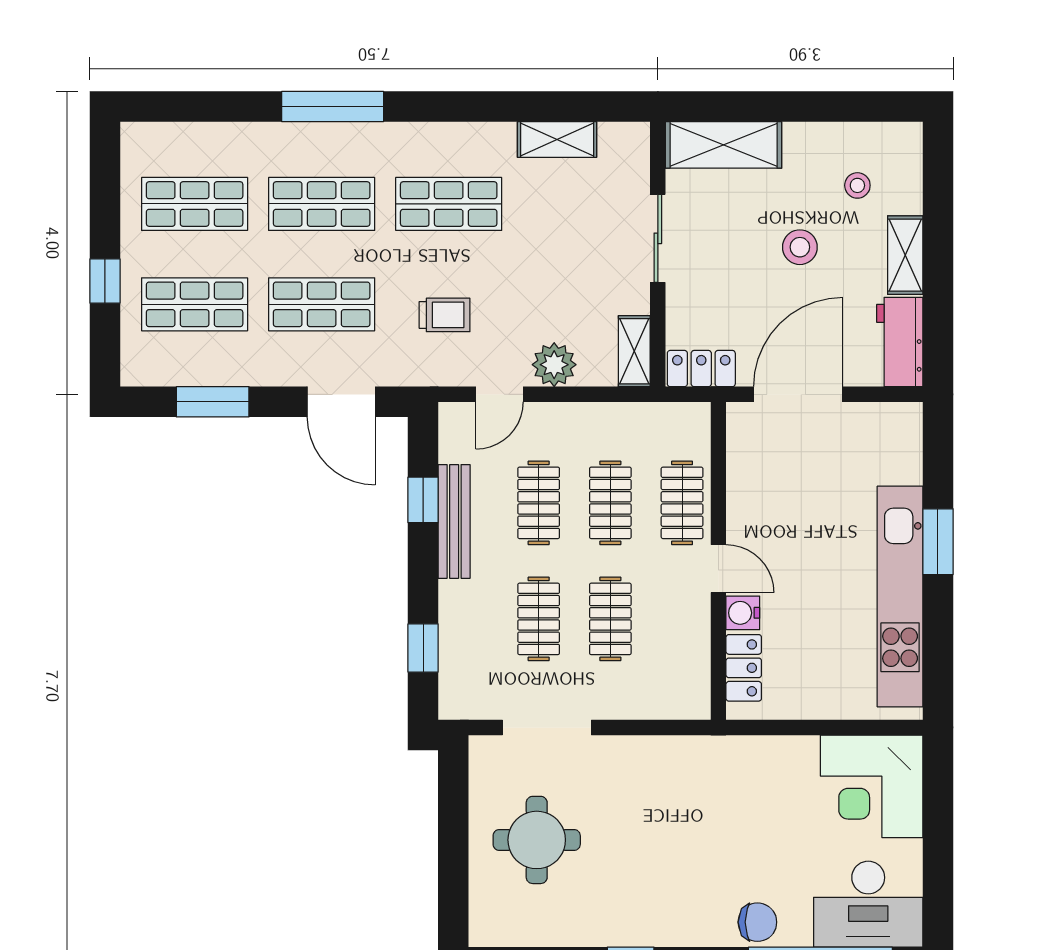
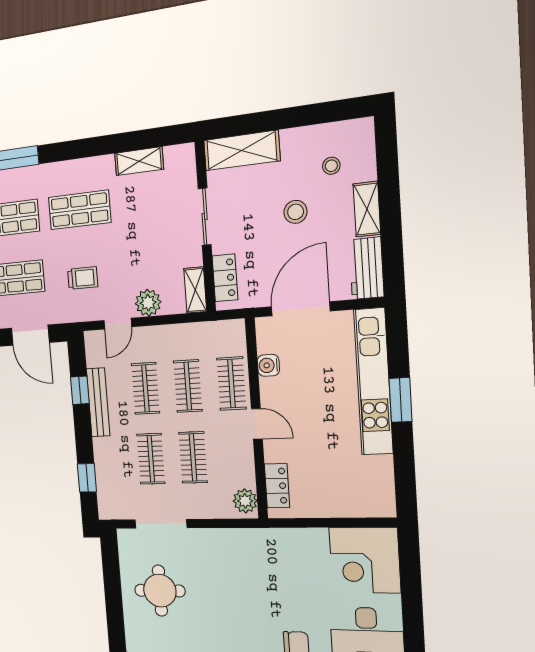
locker: (701, 369) -> (225, 278), moved, turned 90
kitchen unit: (900, 596) -> (373, 382), moved
water cooler: (743, 613) -> (268, 365), moved
plant: (691, 691) -> (245, 501), added

